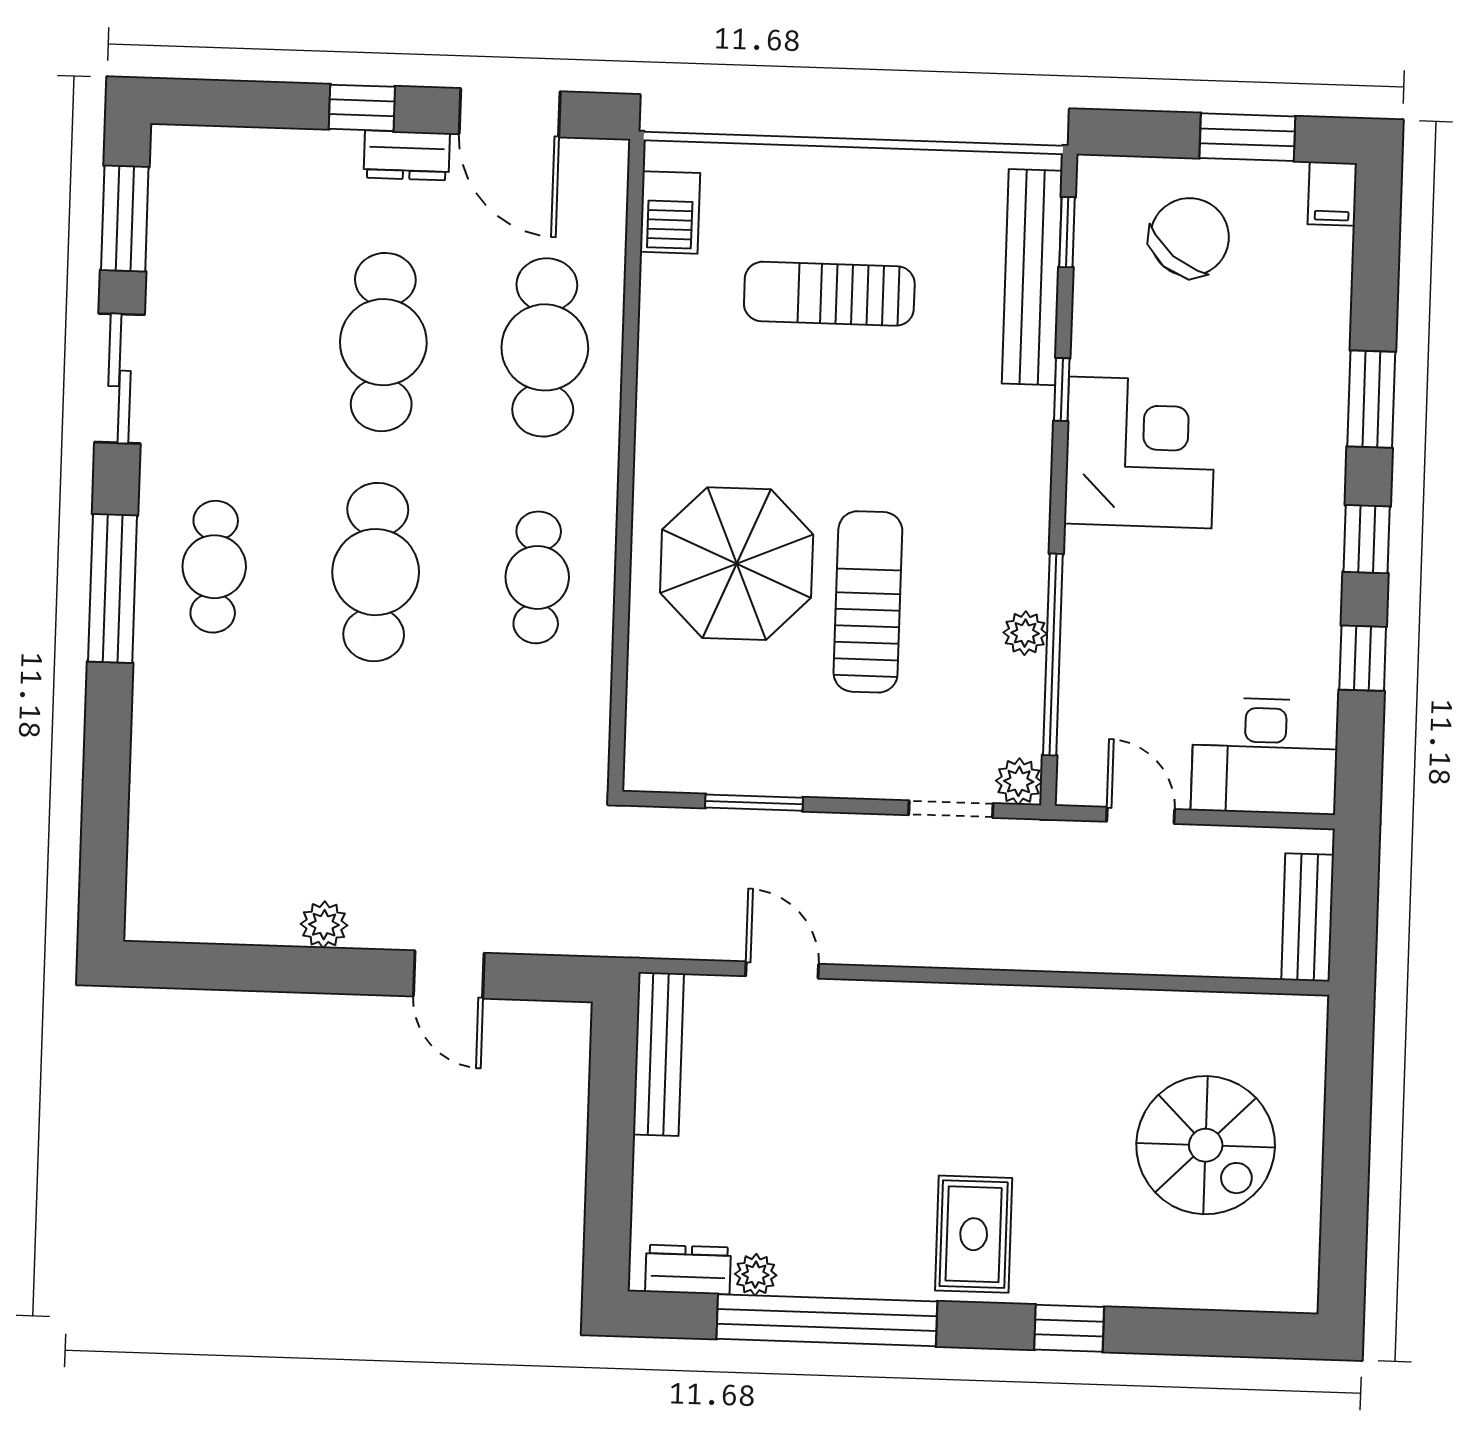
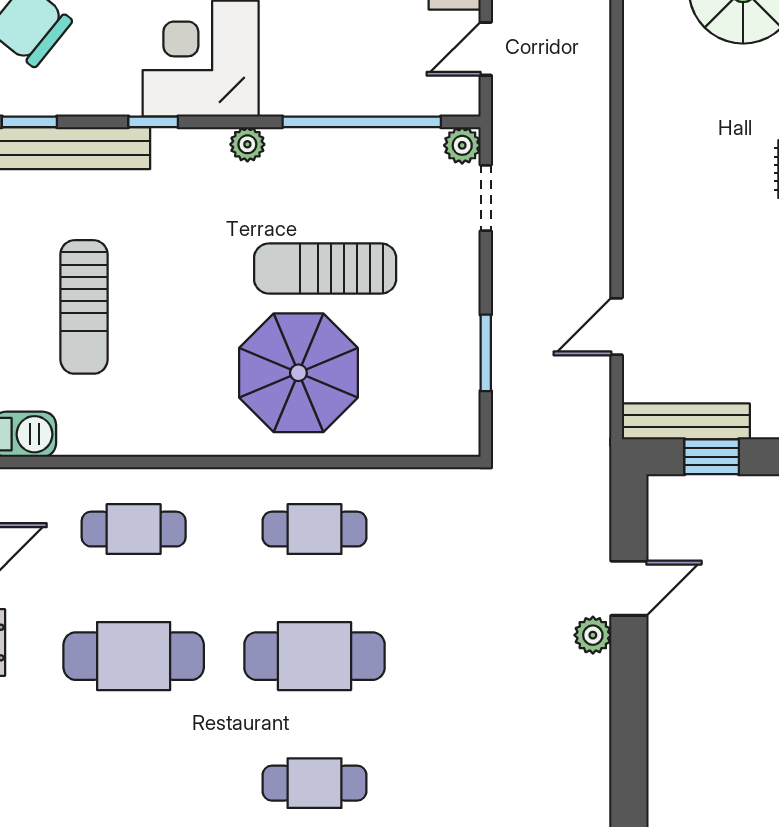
cafe table: (545, 347) -> (134, 529), width x0.73, depth x0.74
plant: (1025, 633) -> (247, 144), moved
plant: (324, 925) -> (593, 635), moved
window: (612, 1085) -> (712, 457), added

